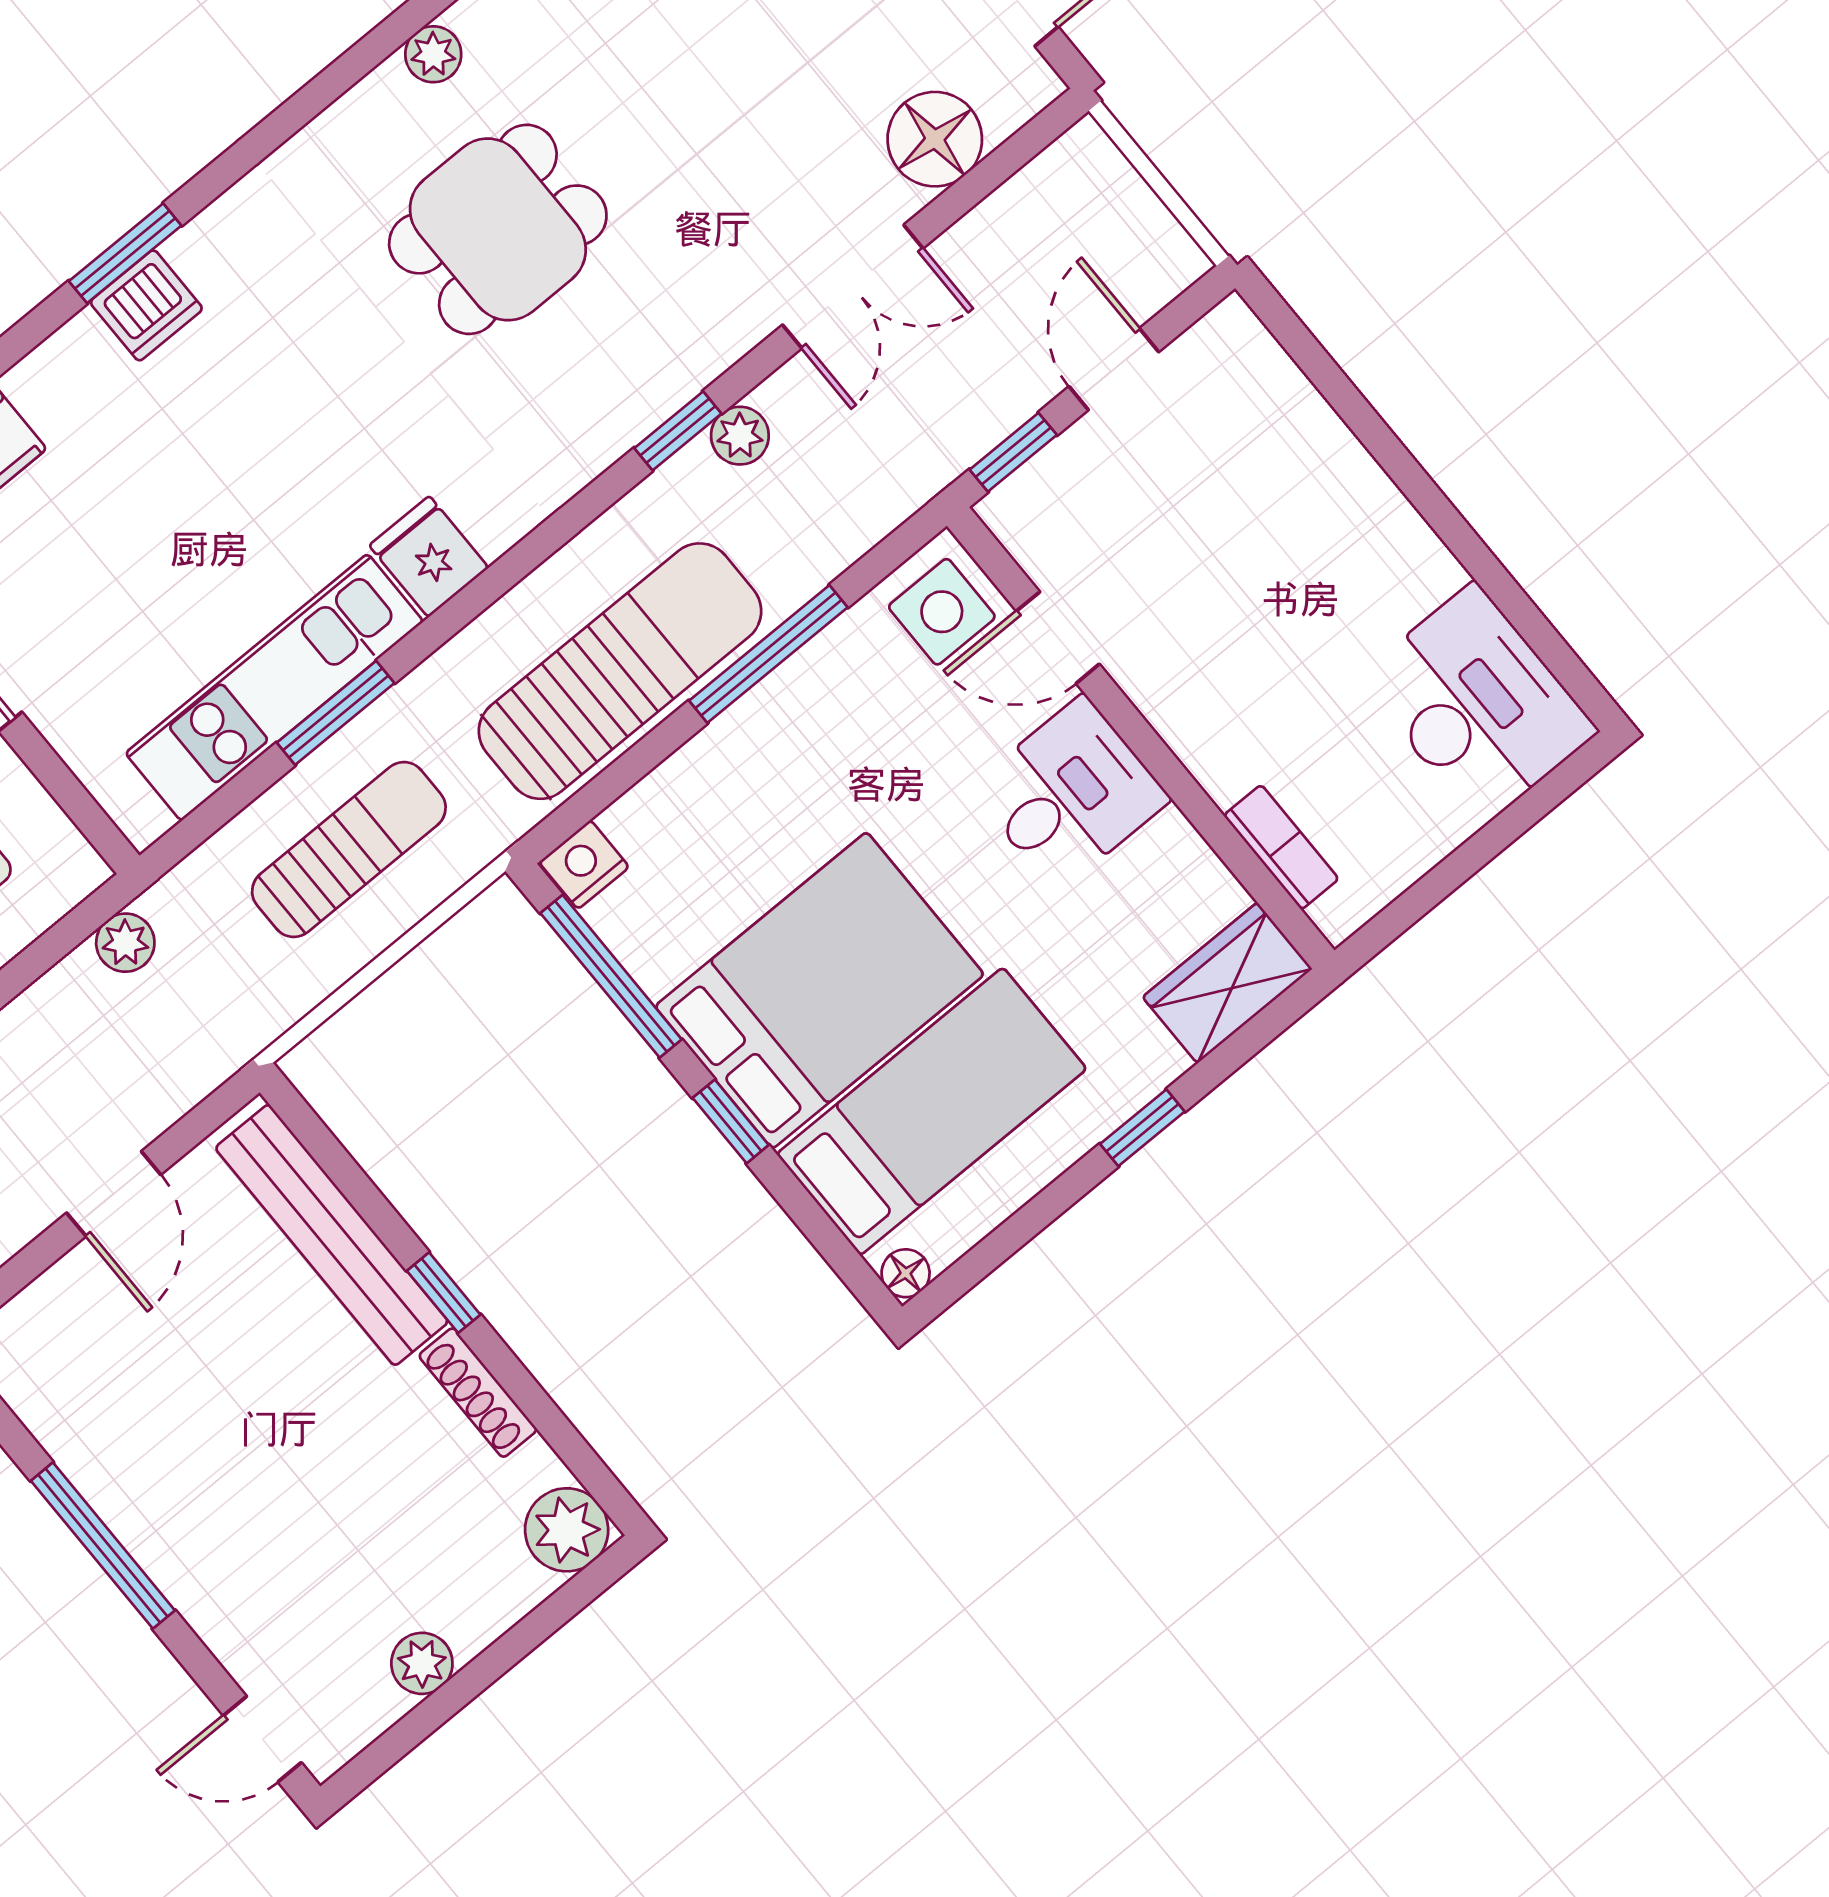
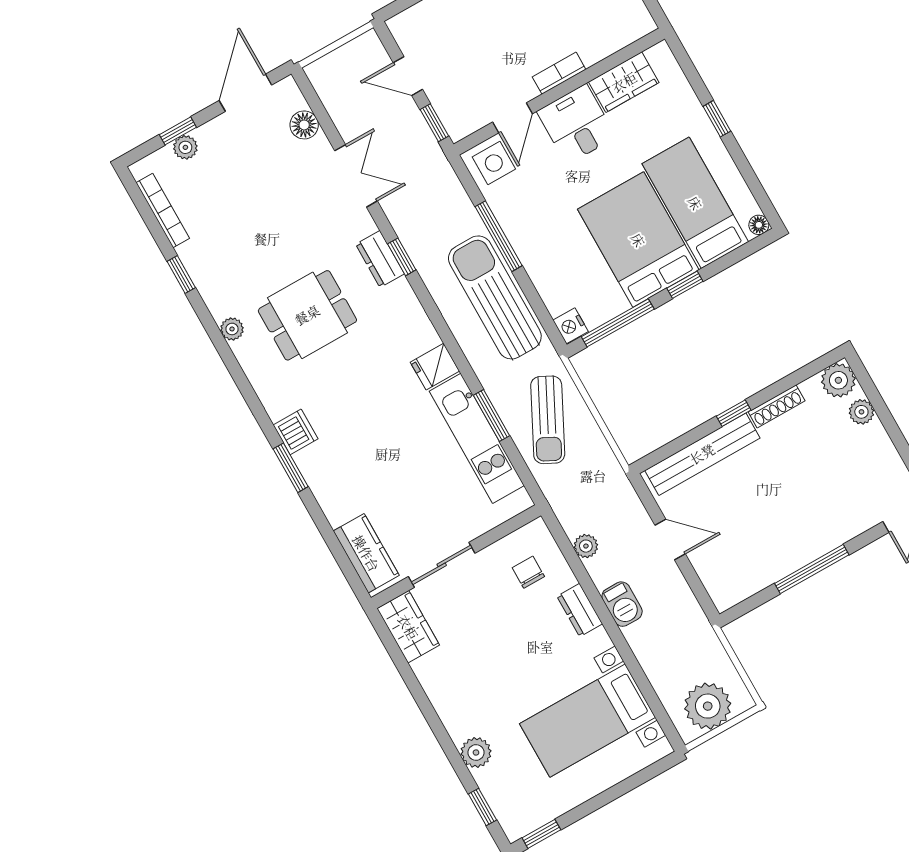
floor lamp: (935, 139) -> (304, 125), width x0.73, depth x0.73
dining table: (498, 229) -> (307, 315), turned 90
dishwasher: (146, 305) -> (296, 432), moved
dresser: (664, 380) -> (380, 259), added
plant: (740, 436) -> (408, 232), removed
bookcase: (1281, 847) -> (559, 73), moved
sun lounger: (349, 850) -> (548, 420), turned -153
plant: (125, 943) -> (586, 546), moved
wardrobe: (1227, 983) -> (624, 82), moved, turned -90
plant: (422, 1663) -> (861, 412), moved

